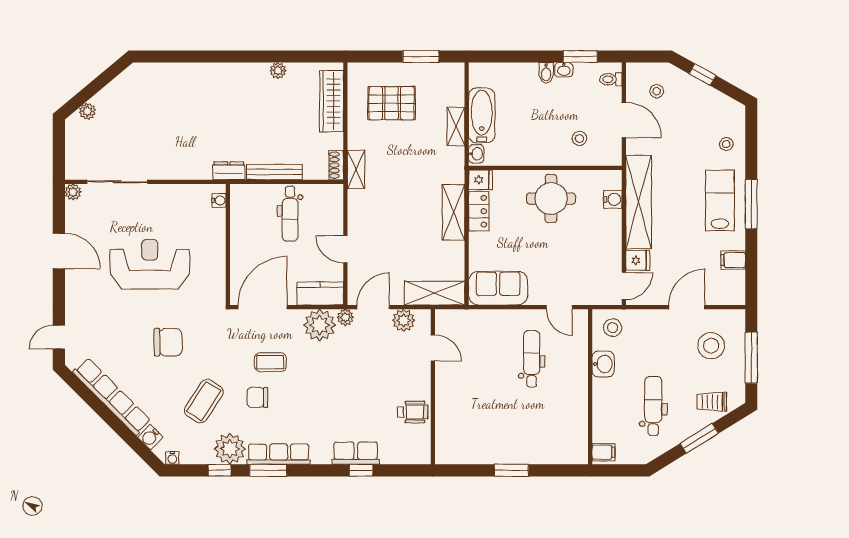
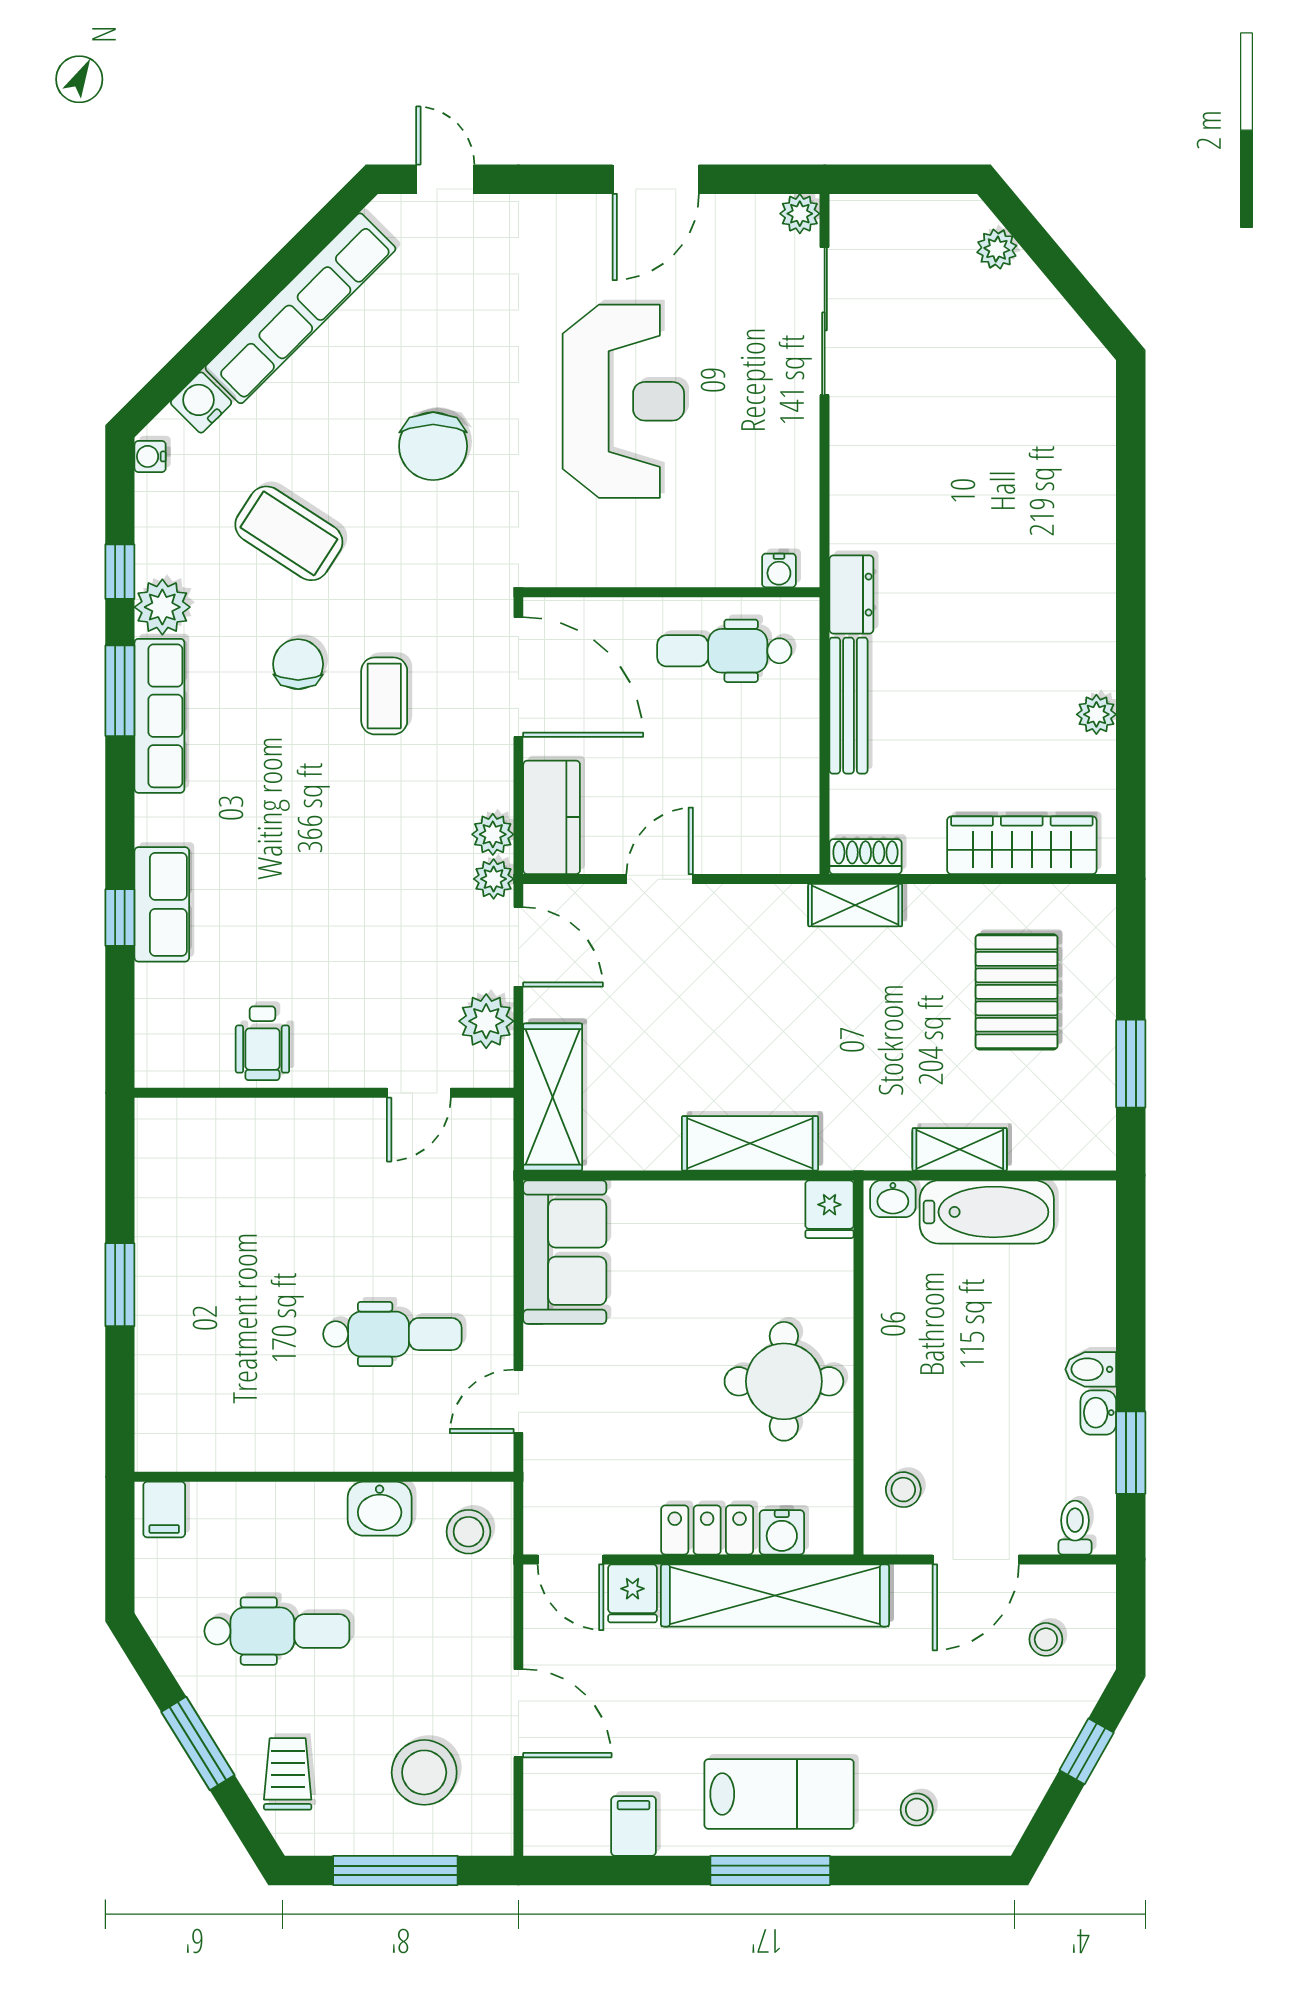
stool: (579, 138) -> (903, 1490), moved
locker: (479, 211) -> (707, 1530), moved, turned 180
dental chair: (290, 214) -> (724, 651), moved
plant: (320, 325) -> (493, 834), width x0.53, depth x0.53
plant: (230, 449) -> (162, 607), width x0.73, depth x0.73

